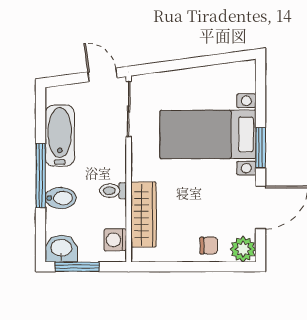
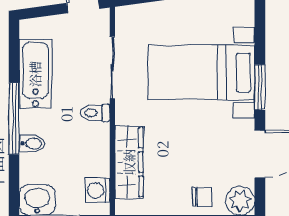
sliding door: (129, 109) -> (112, 68), moved
toilet: (113, 191) -> (95, 113), moved
bidet: (61, 198) -> (32, 144), width x0.72, depth x0.74

